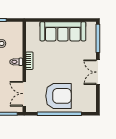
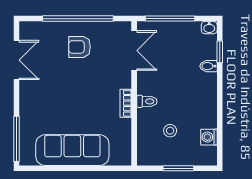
double door: (98, 72) -> (17, 60), moved
armchair: (58, 96) -> (79, 47), width x0.53, depth x0.53

